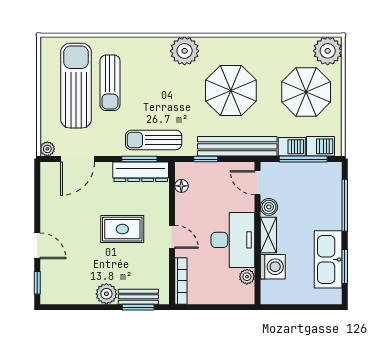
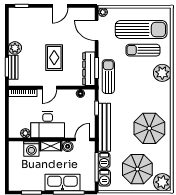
plant: (185, 51) -> (162, 73), moved
parasol: (231, 90) -> (149, 128), moved
door: (37, 246) -> (60, 6), moved
kitchen sink: (328, 259) -> (62, 182), moved

